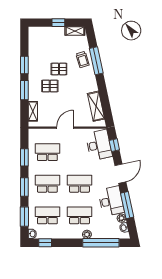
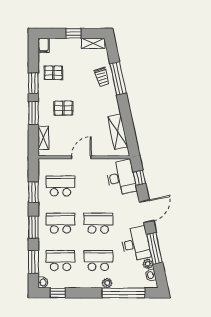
filing cabinet: (33, 33) -> (44, 45), added
pallet: (59, 69) -> (53, 73), moved

